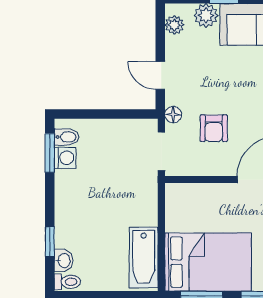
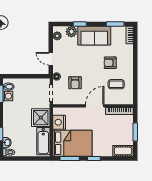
shower: (138, 205) -> (41, 118), added
nightstand: (179, 216) -> (59, 122), added

